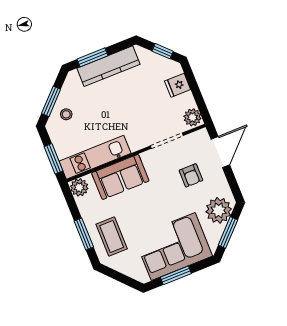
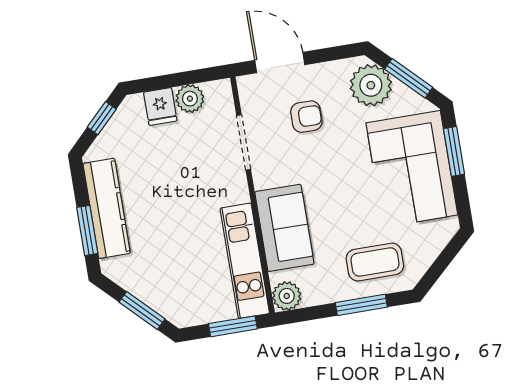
stool: (66, 114) -> (168, 291), removed
plant: (192, 117) -> (190, 99), moved
window: (176, 275) -> (454, 151), moved

